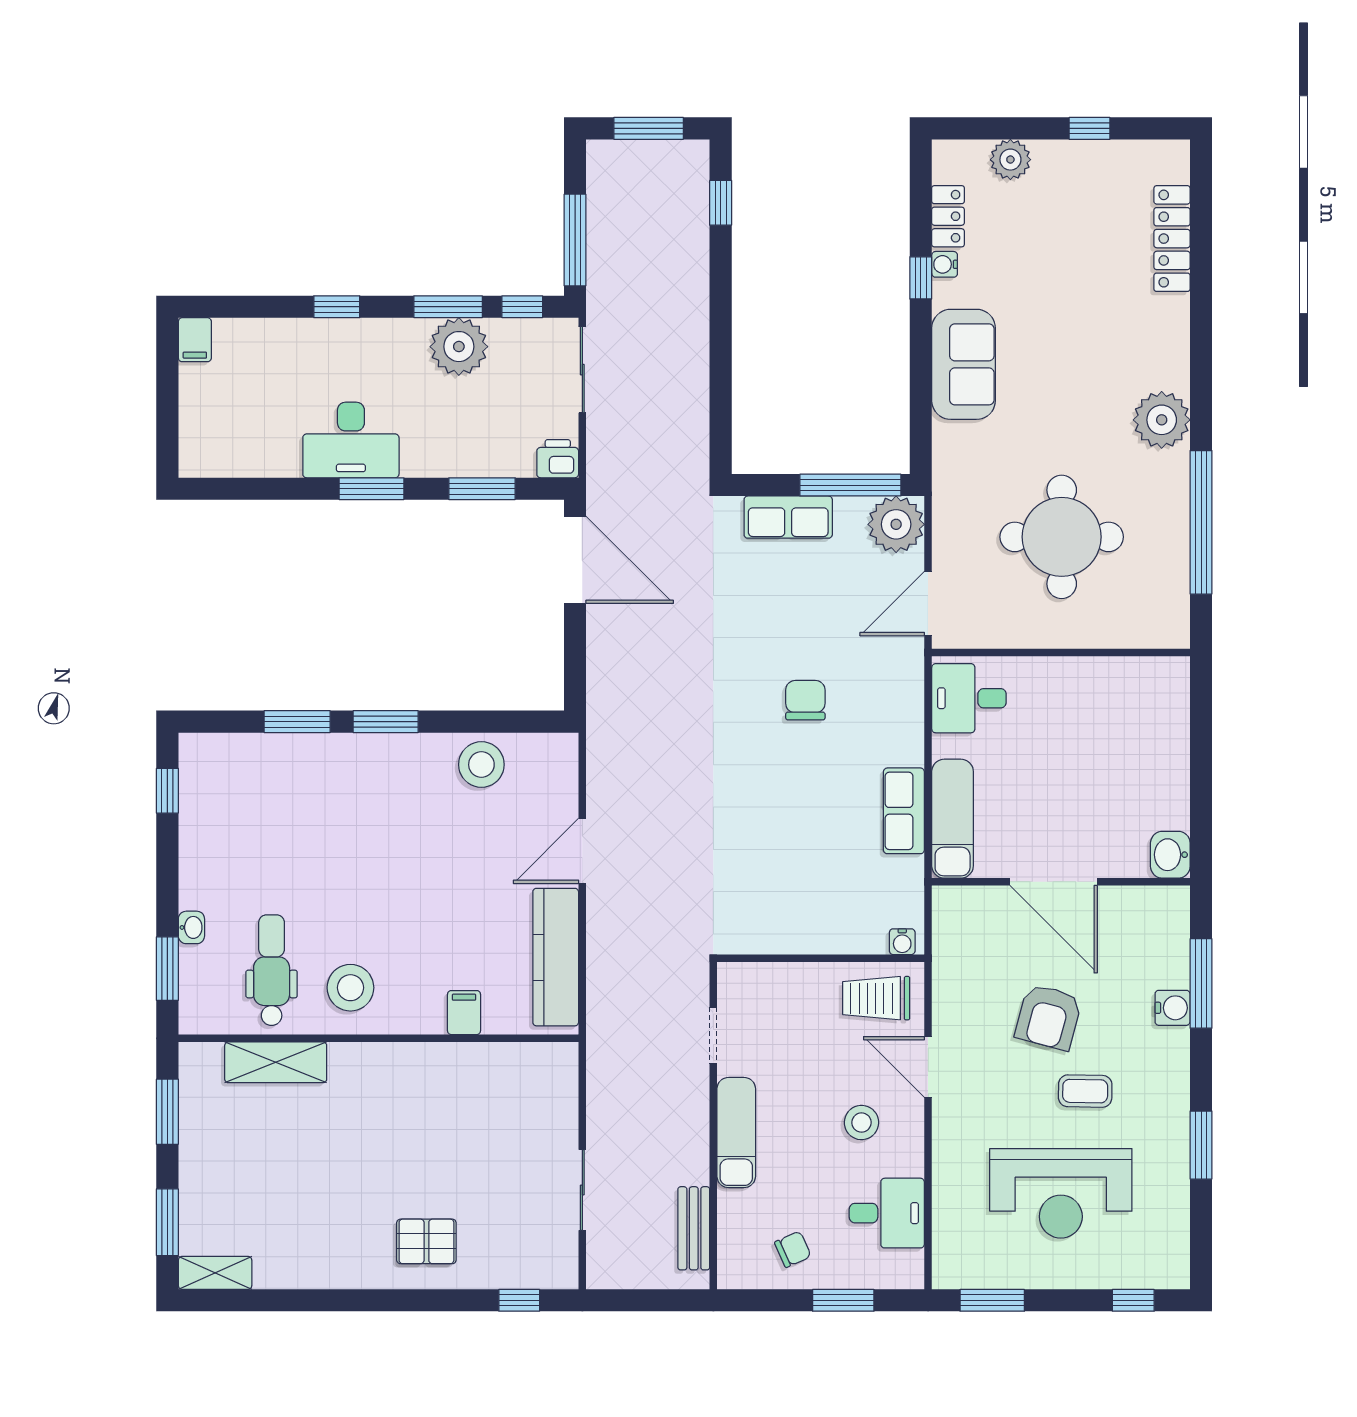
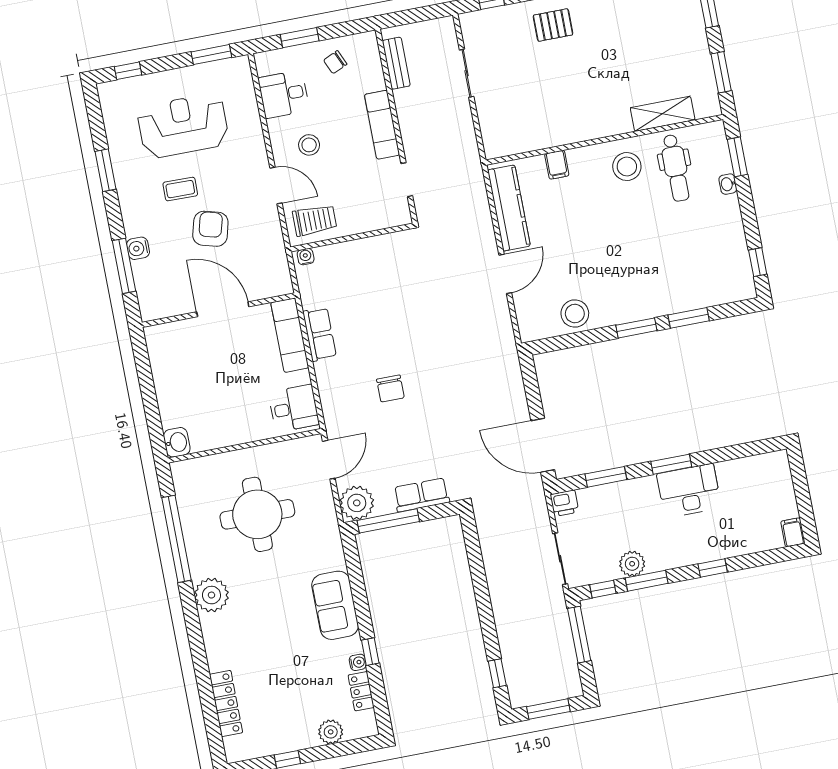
plant: (459, 347) -> (632, 564), width x0.73, depth x0.73
washbasin: (1170, 855) -> (177, 442), moved

